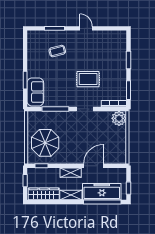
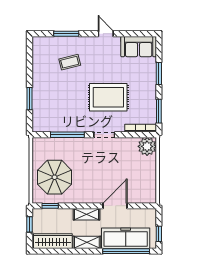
rug: (88, 79) -> (108, 97), width x1.36, depth x1.43
sofa: (35, 92) -> (139, 47), moved, turned 90

